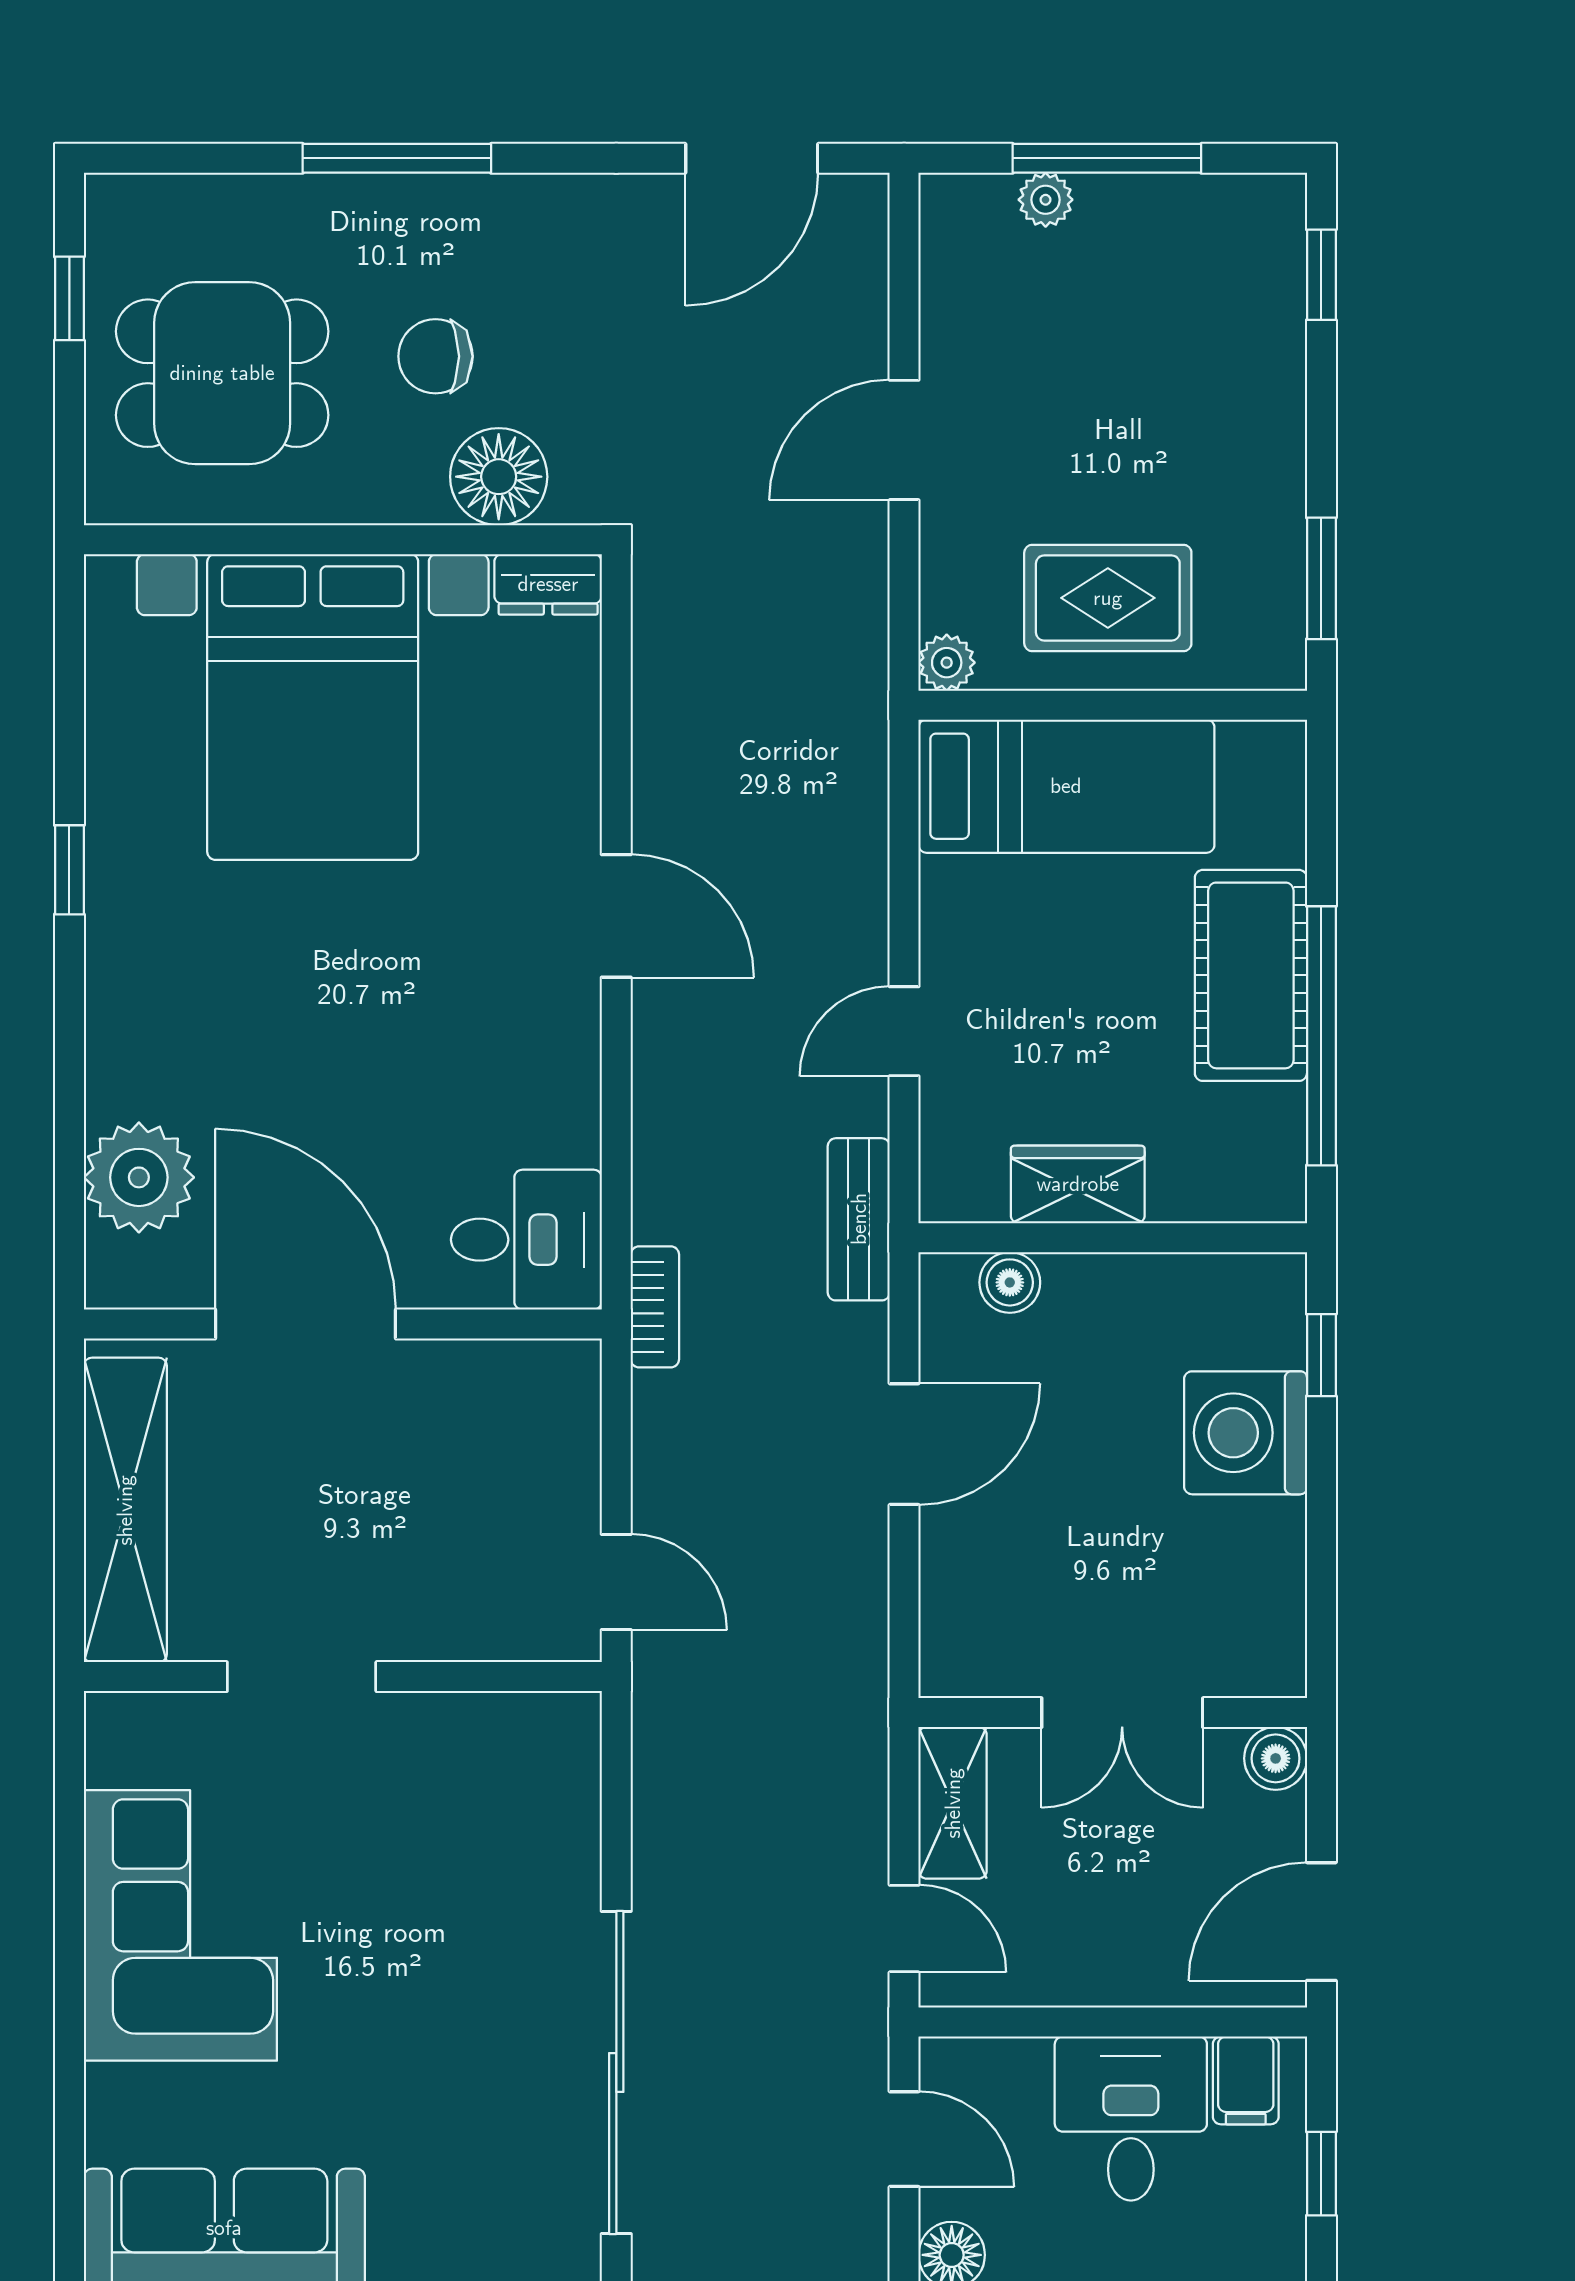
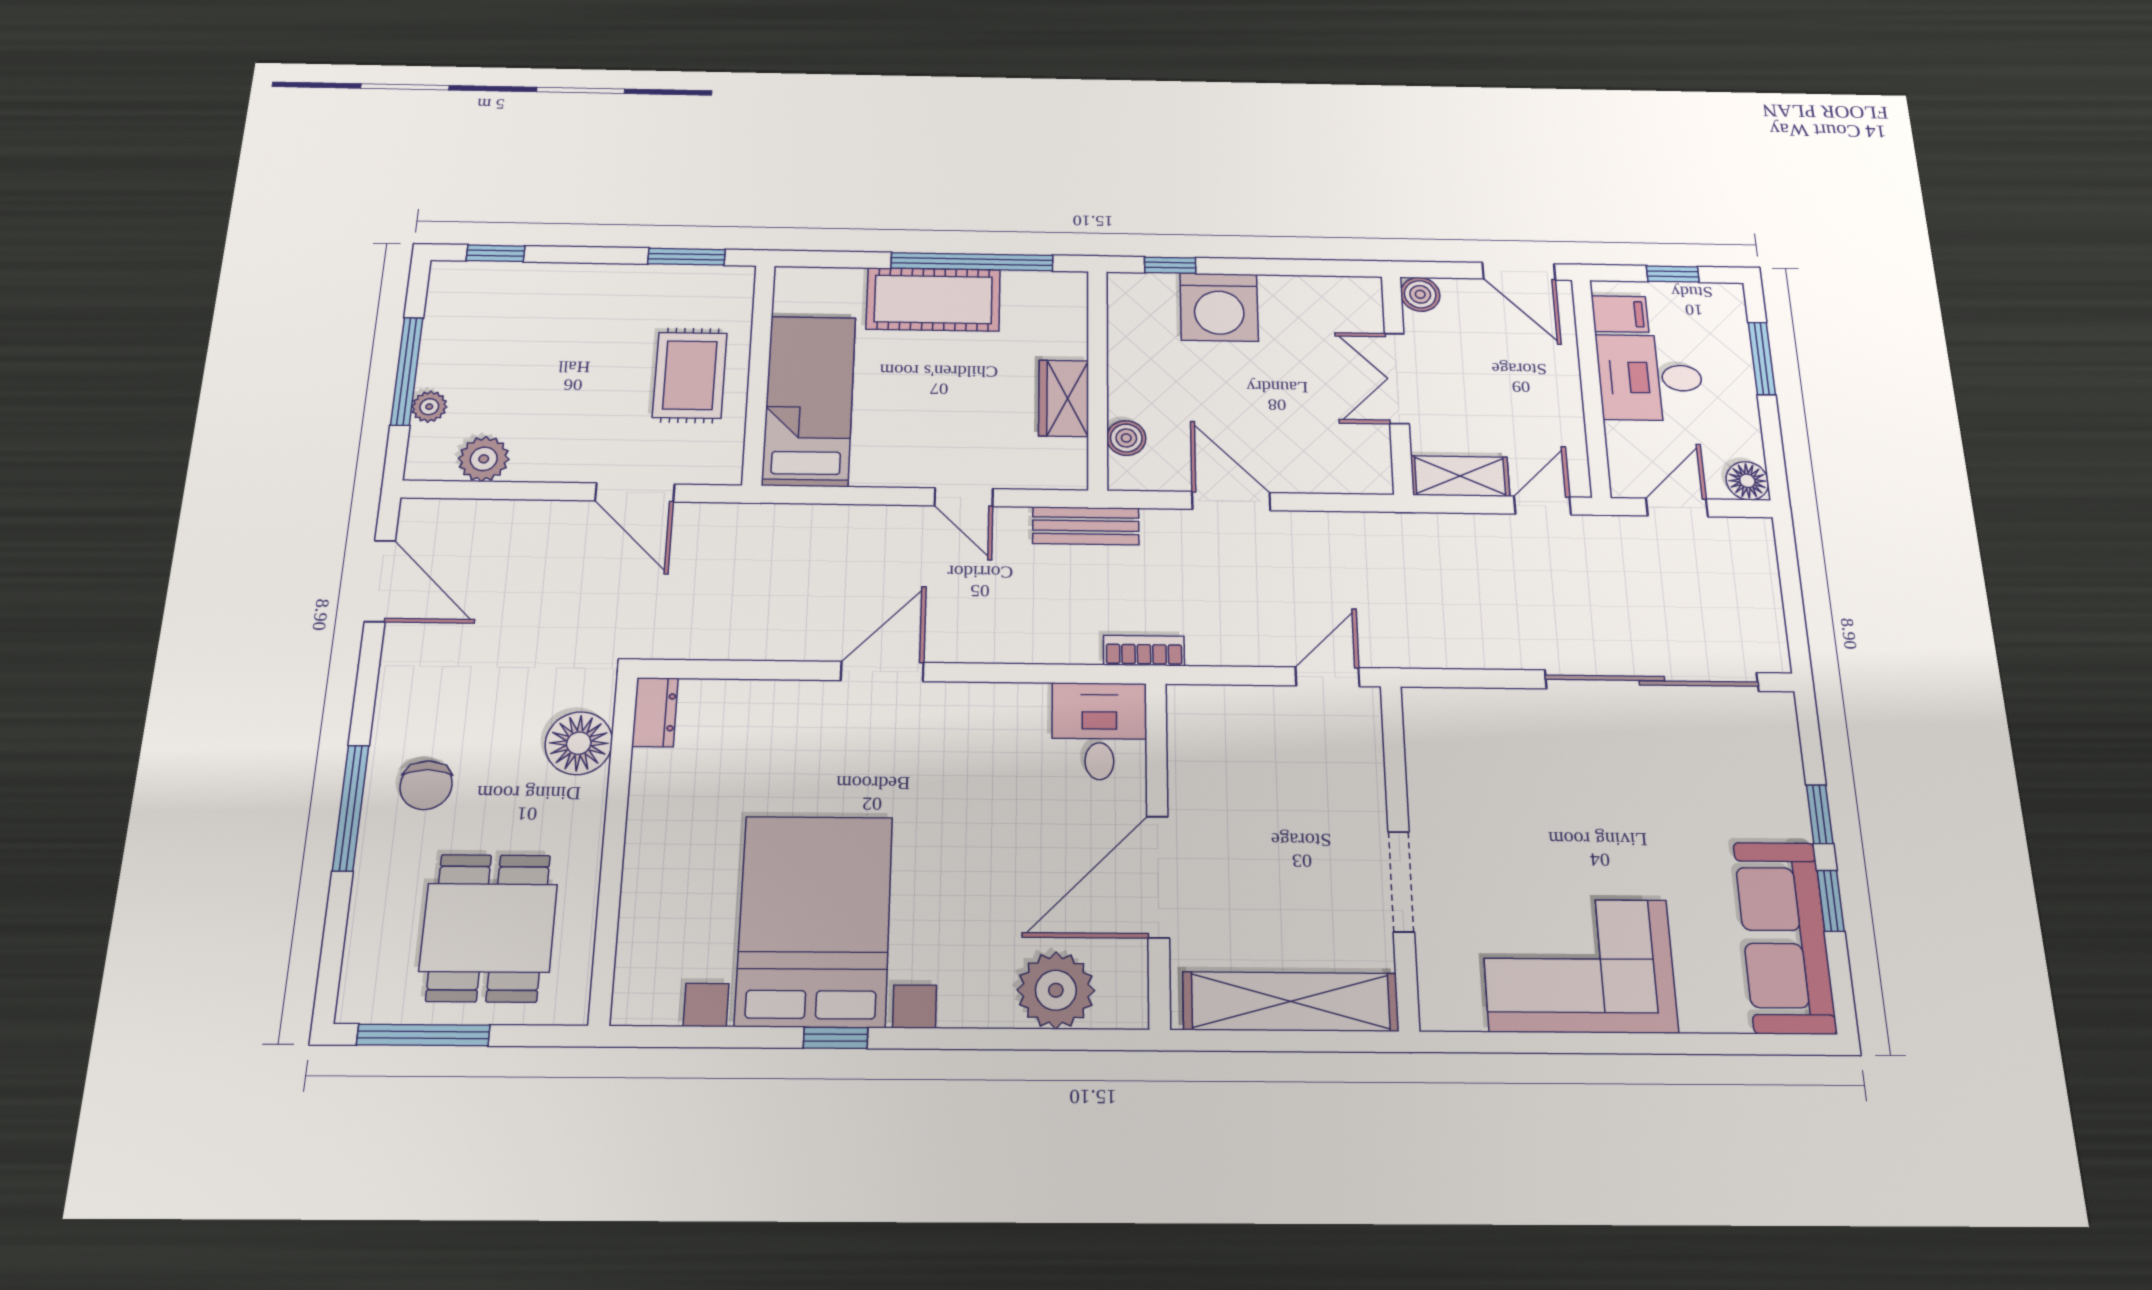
window: (69, 298) -> (423, 1035), width x2.17
chair: (435, 356) -> (426, 785), moved
door: (904, 440) -> (635, 492), moved
plant: (947, 663) -> (484, 459), moved, width x1.38, depth x1.38
bed with nightstands: (313, 707) -> (815, 920), moved, turned -90
double door: (1122, 1713) -> (1397, 378), swing flipped

